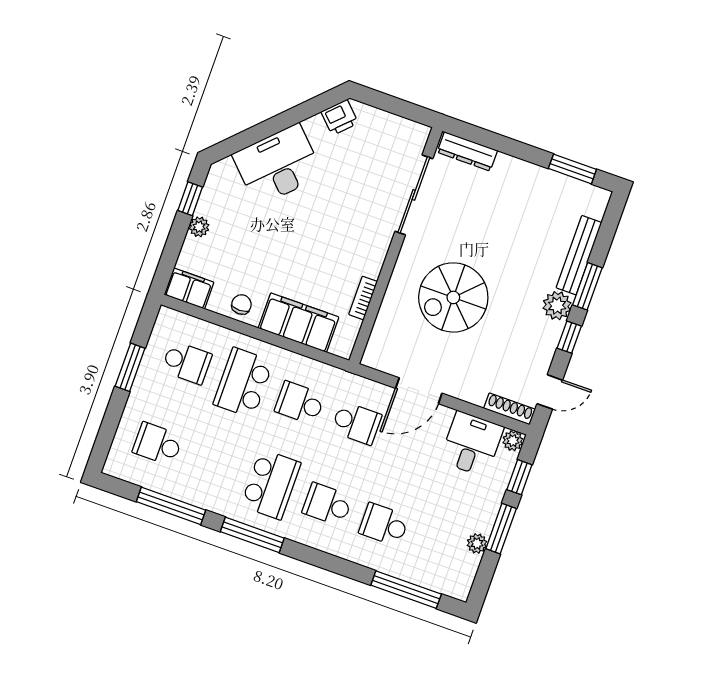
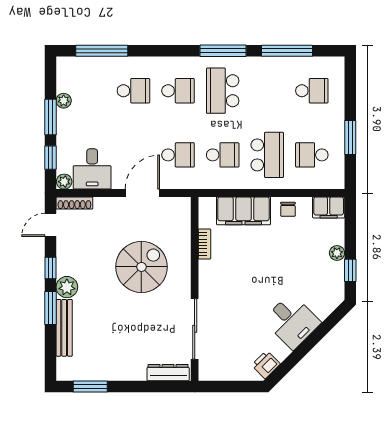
desk: (278, 165) -> (292, 321), width x0.73
school desk: (356, 423) -> (178, 155), turned 180

